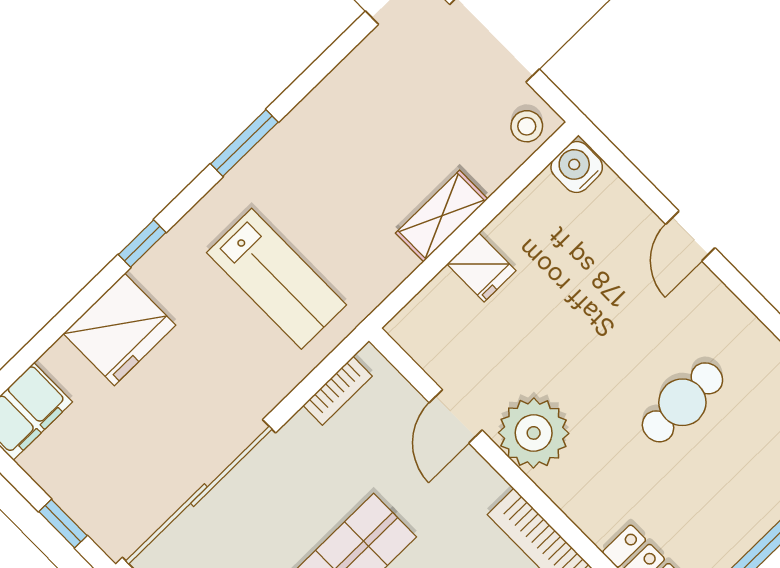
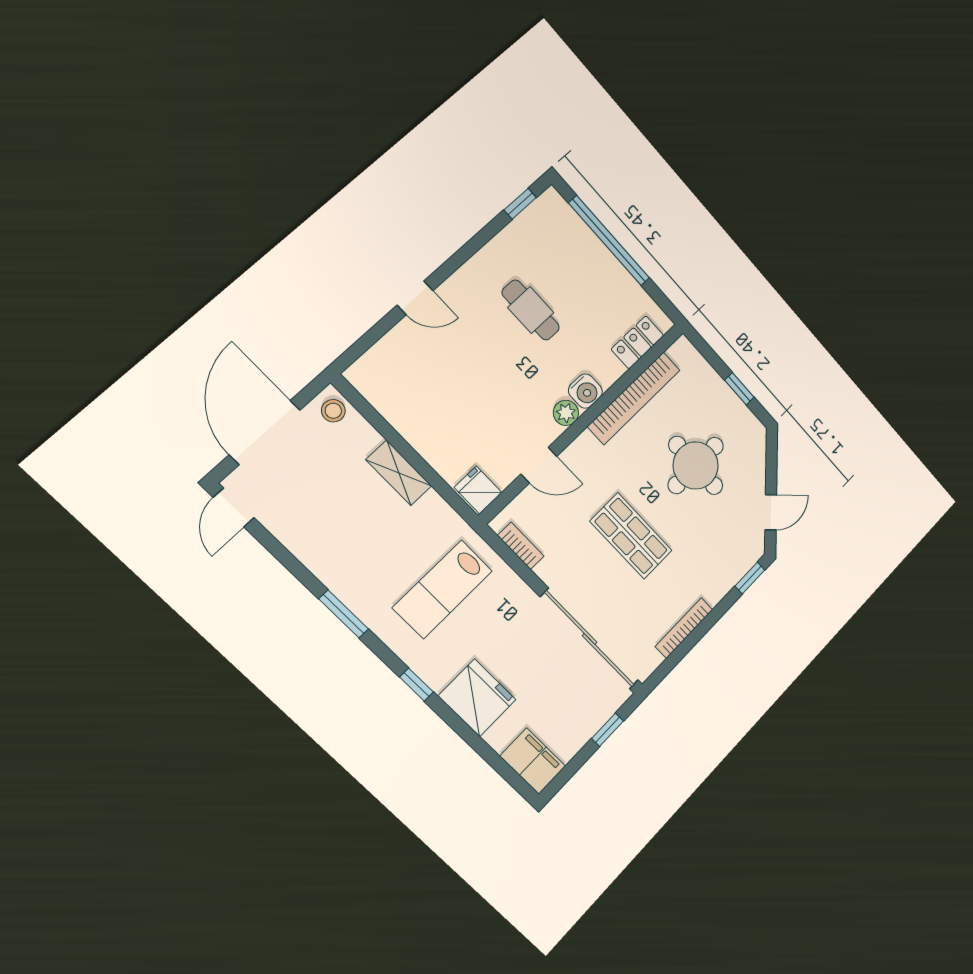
water cooler: (577, 167) -> (585, 391), moved, turned -90
fridge: (481, 267) -> (478, 490), moved, turned -90
lab bench: (276, 279) -> (443, 589), turned 180
plant: (534, 433) -> (566, 413), width x0.53, depth x0.53

